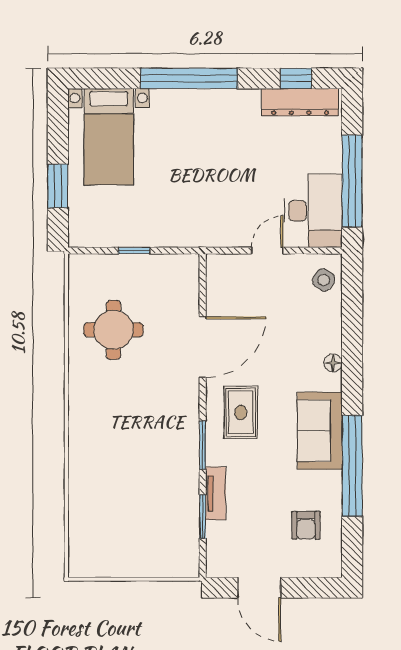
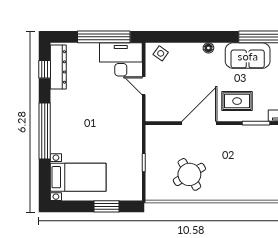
round table: (113, 330) -> (189, 174), turned -30
door: (203, 347) -> (199, 123), hinge flipped

